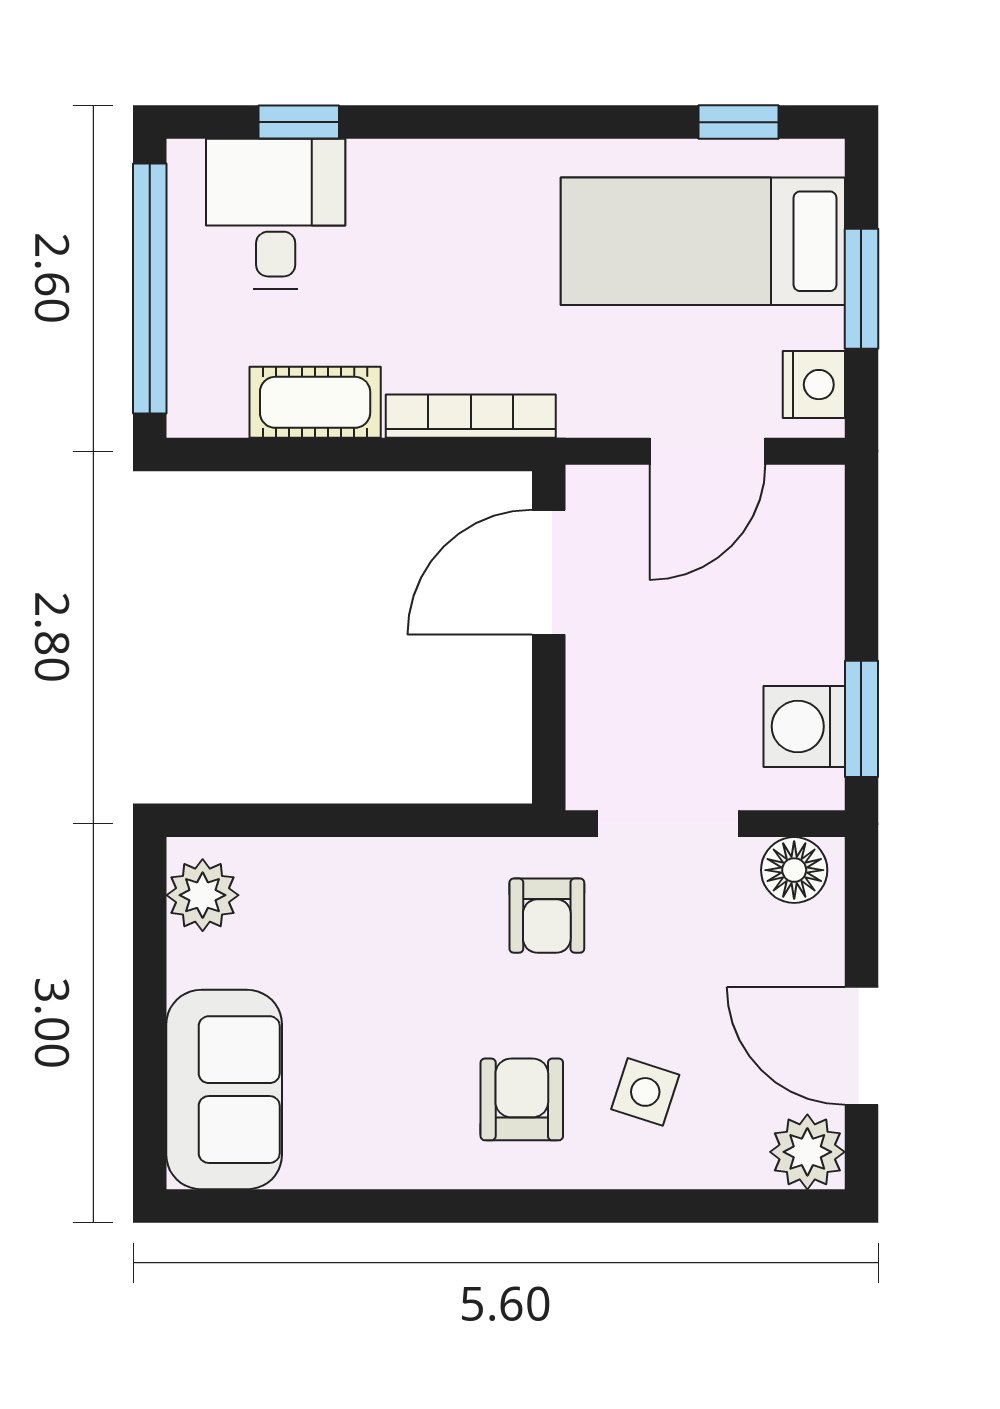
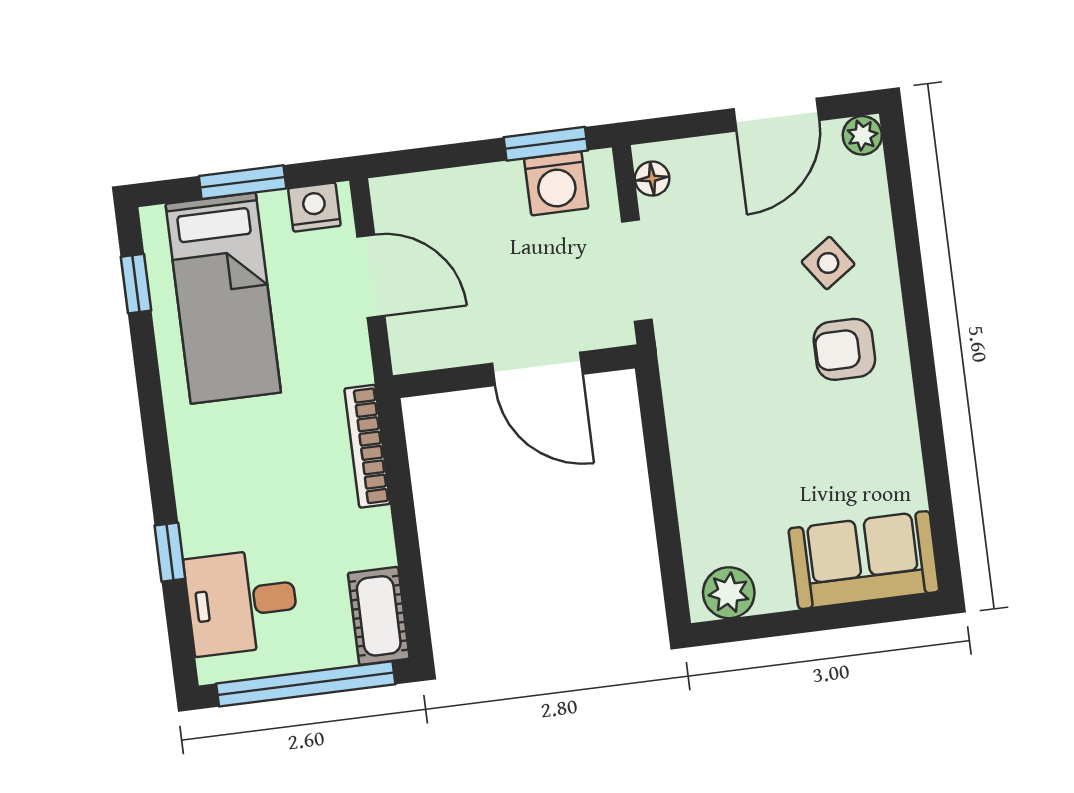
window: (299, 122) -> (170, 552), moved
cot: (315, 402) -> (379, 616), moved
door: (549, 572) -> (537, 369), moved
floor lamp: (794, 870) -> (652, 179), width x0.73, depth x0.73
armchair: (547, 916) -> (713, 348), removed
side table: (645, 1092) -> (828, 263), turned 37
plant: (807, 1152) -> (862, 135), width x0.73, depth x0.73

